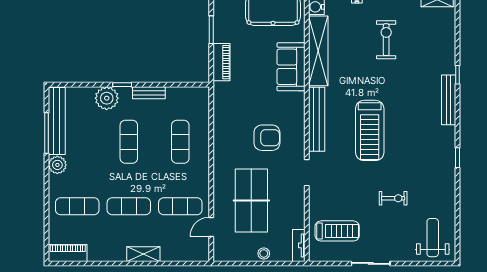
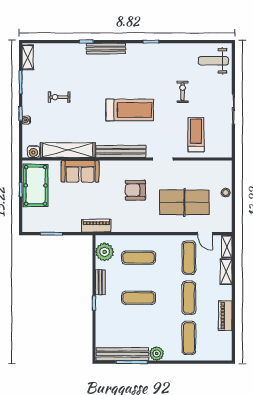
exercise bike: (386, 40) -> (59, 97), width x0.73, depth x0.72
piano: (221, 62) -> (96, 226), moved
plant: (107, 98) -> (105, 252), moved
armchair: (267, 138) -> (135, 190), turned -90
treadmill: (337, 231) -> (196, 135), moved
tv unit: (299, 245) -> (219, 165), removed
piano: (68, 253) -> (225, 315), moved
shelving: (143, 254) -> (226, 272), moved
shelving: (195, 255) -> (227, 246), added

